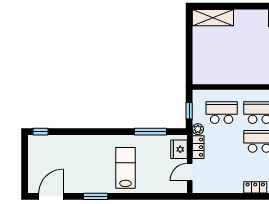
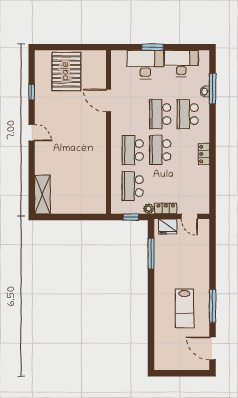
window: (41, 132) -> (151, 358), removed
lab bench: (125, 168) -> (184, 308), moved, turned -90
window: (96, 196) -> (213, 306), width x1.44

